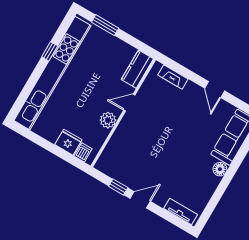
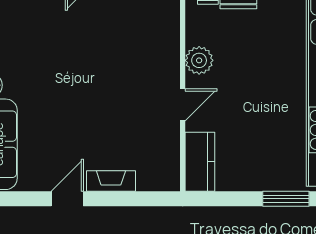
fireplace: (173, 77) -> (111, 181), moved
door: (215, 90) -> (67, 199), hinge flipped

